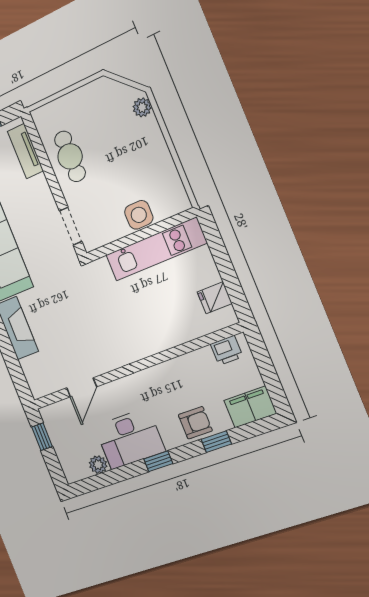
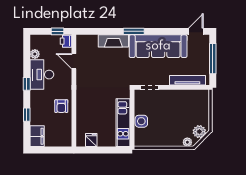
plant: (113, 94) -> (199, 132), added
tv unit: (25, 151) -> (187, 80), width x1.41
cafe table: (70, 156) -> (181, 100), removed
printer: (227, 350) -> (66, 41), moved
armchair: (195, 423) -> (61, 106), moved

